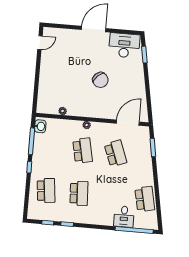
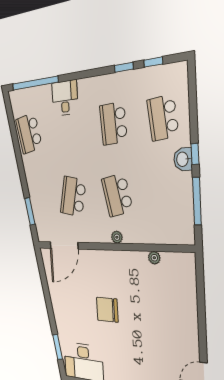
chair: (100, 80) -> (107, 310), turned -47
washbasin: (40, 126) -> (183, 159), moved
school desk: (116, 153) -> (73, 196), turned 33
desk: (124, 217) -> (65, 98), moved

